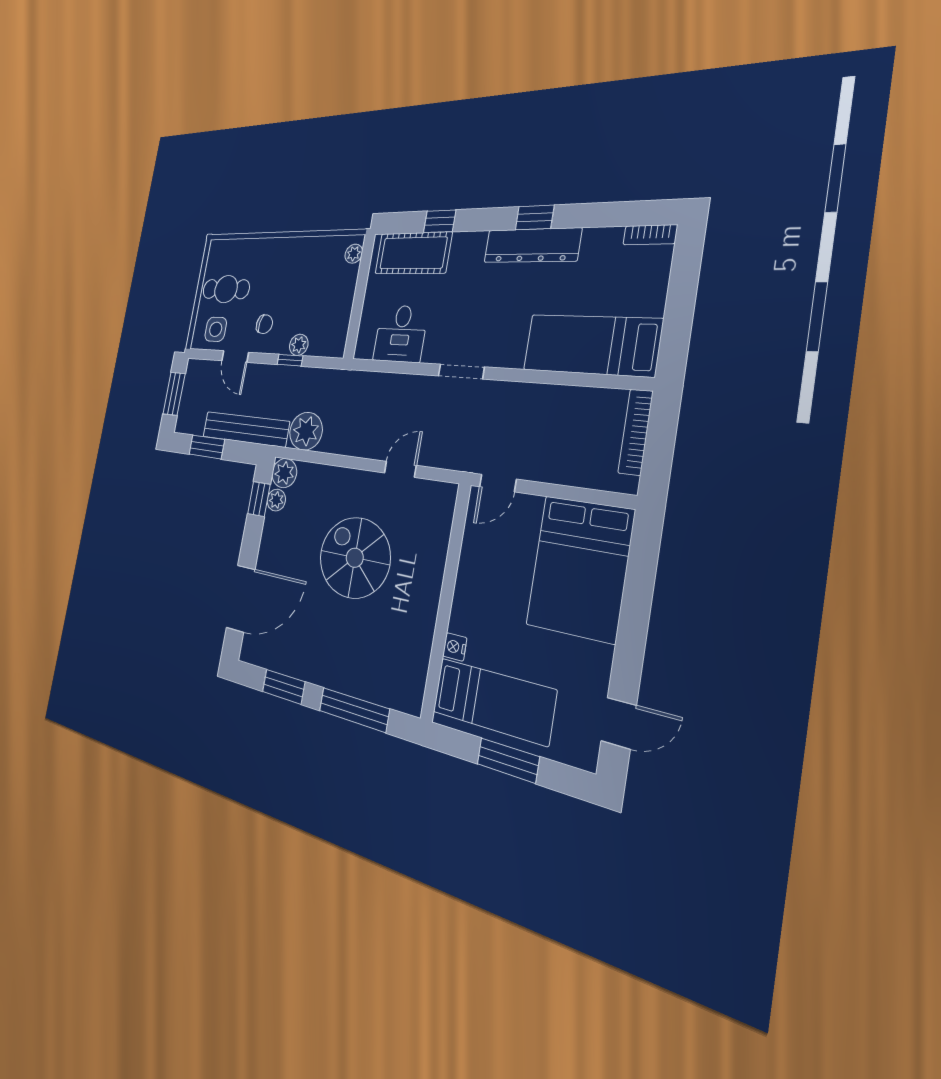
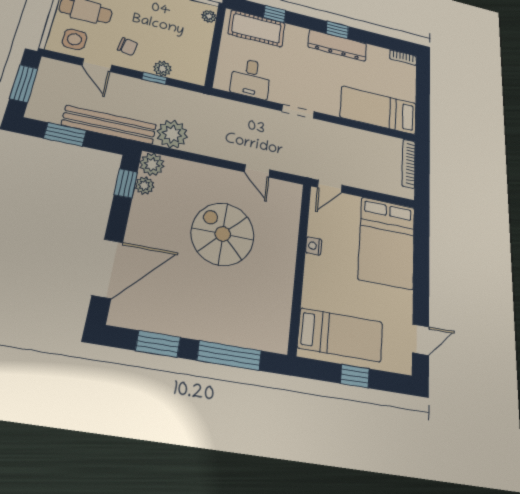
door: (400, 469) -> (257, 171), swing flipped
nightstand: (455, 647) -> (314, 246), moved
window: (508, 760) -> (355, 376), width x0.67

